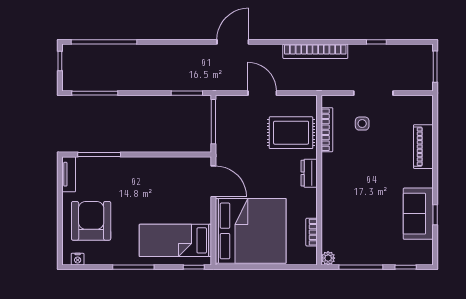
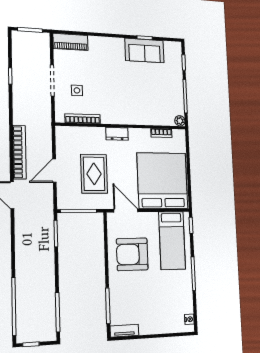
bookcase: (315, 51) -> (19, 152), moved
rug: (291, 133) -> (94, 174), moved
piano: (423, 147) -> (71, 42), moved
door: (213, 181) -> (126, 211), hinge flipped
armchair: (91, 221) -> (132, 254), moved

